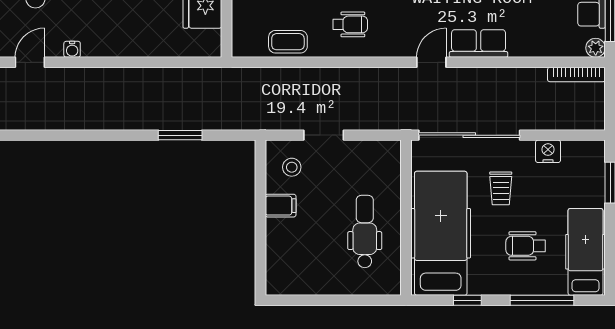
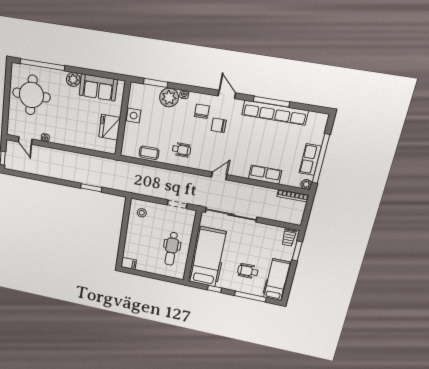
row of seats: (479, 44) -> (265, 175), moved
door: (30, 62) -> (25, 140), swing flipped
doorway: (324, 135) -> (177, 204), moved
nightstand: (548, 151) -> (269, 230), removed
trolley: (501, 188) -> (289, 238), moved
filing cabinet: (281, 206) -> (129, 263), moved
dental chair: (365, 231) -> (171, 249), turned 180

